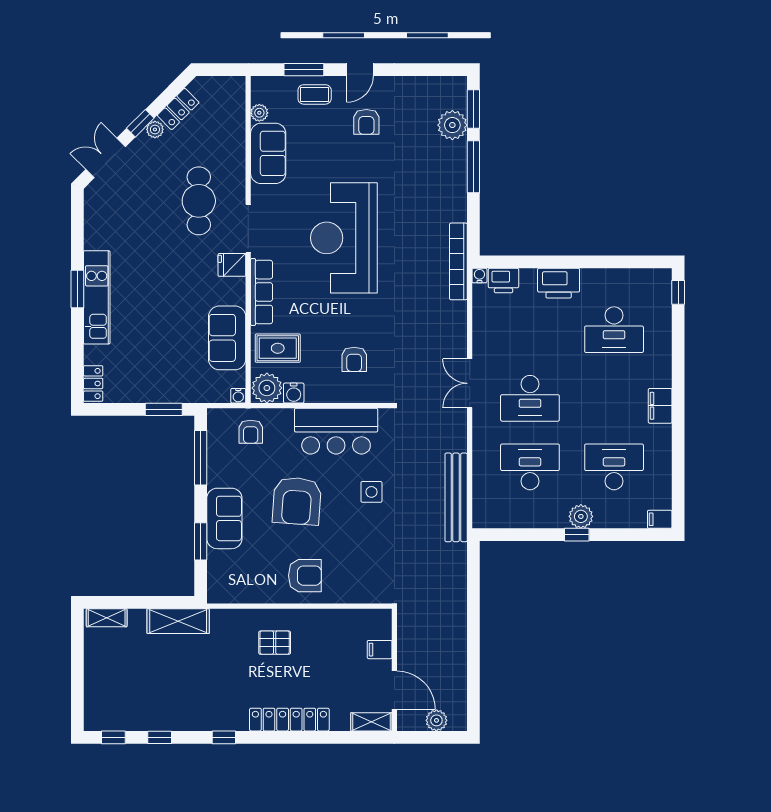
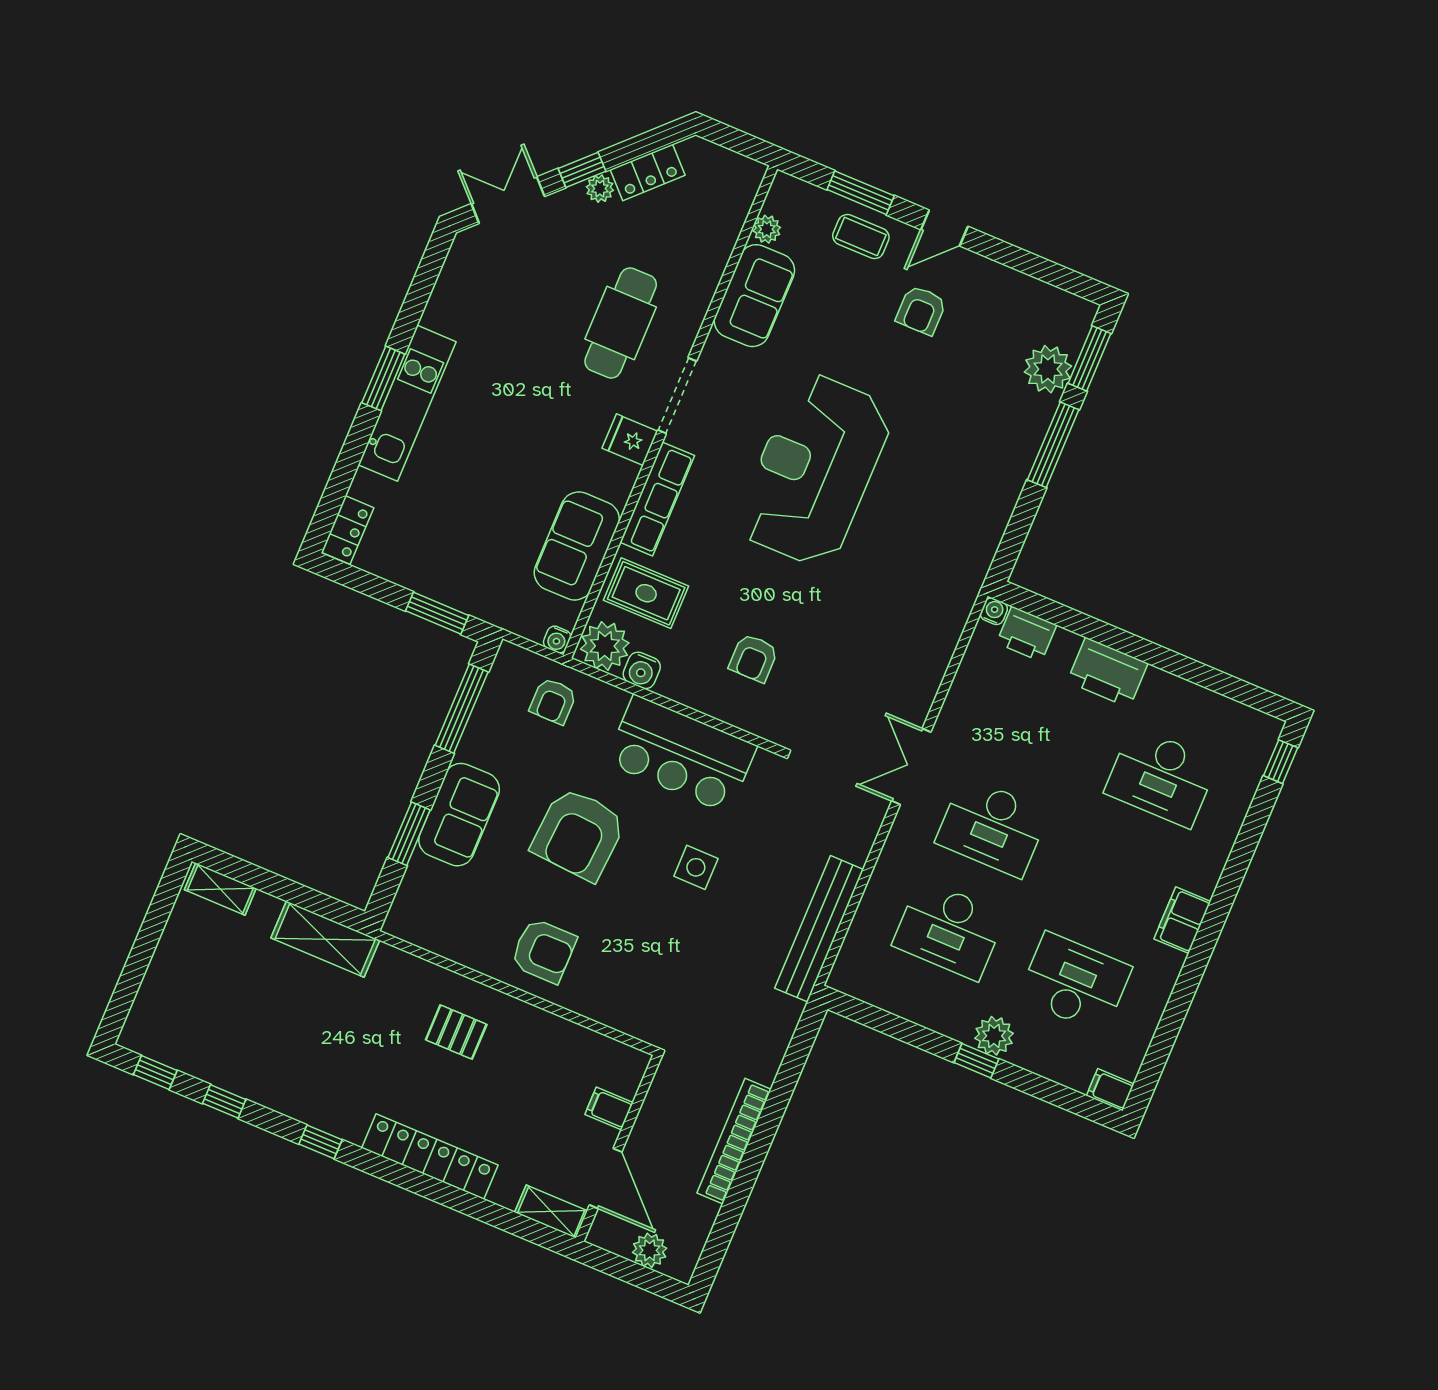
bookcase: (458, 261) -> (734, 1141), moved
desk: (530, 467) -> (949, 930), turned 180

